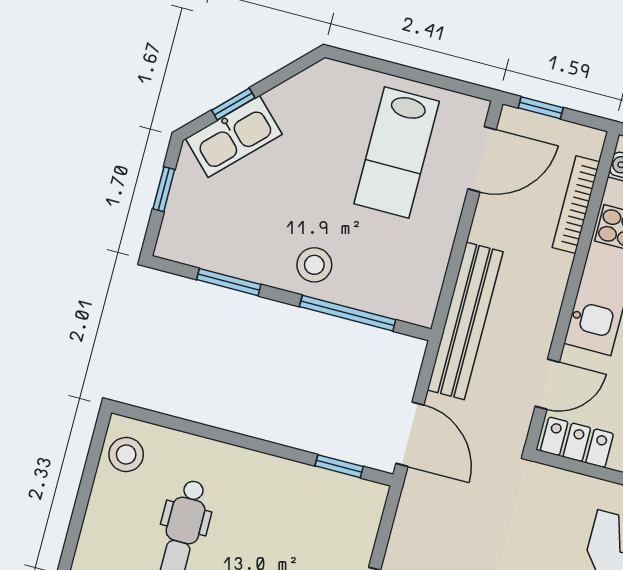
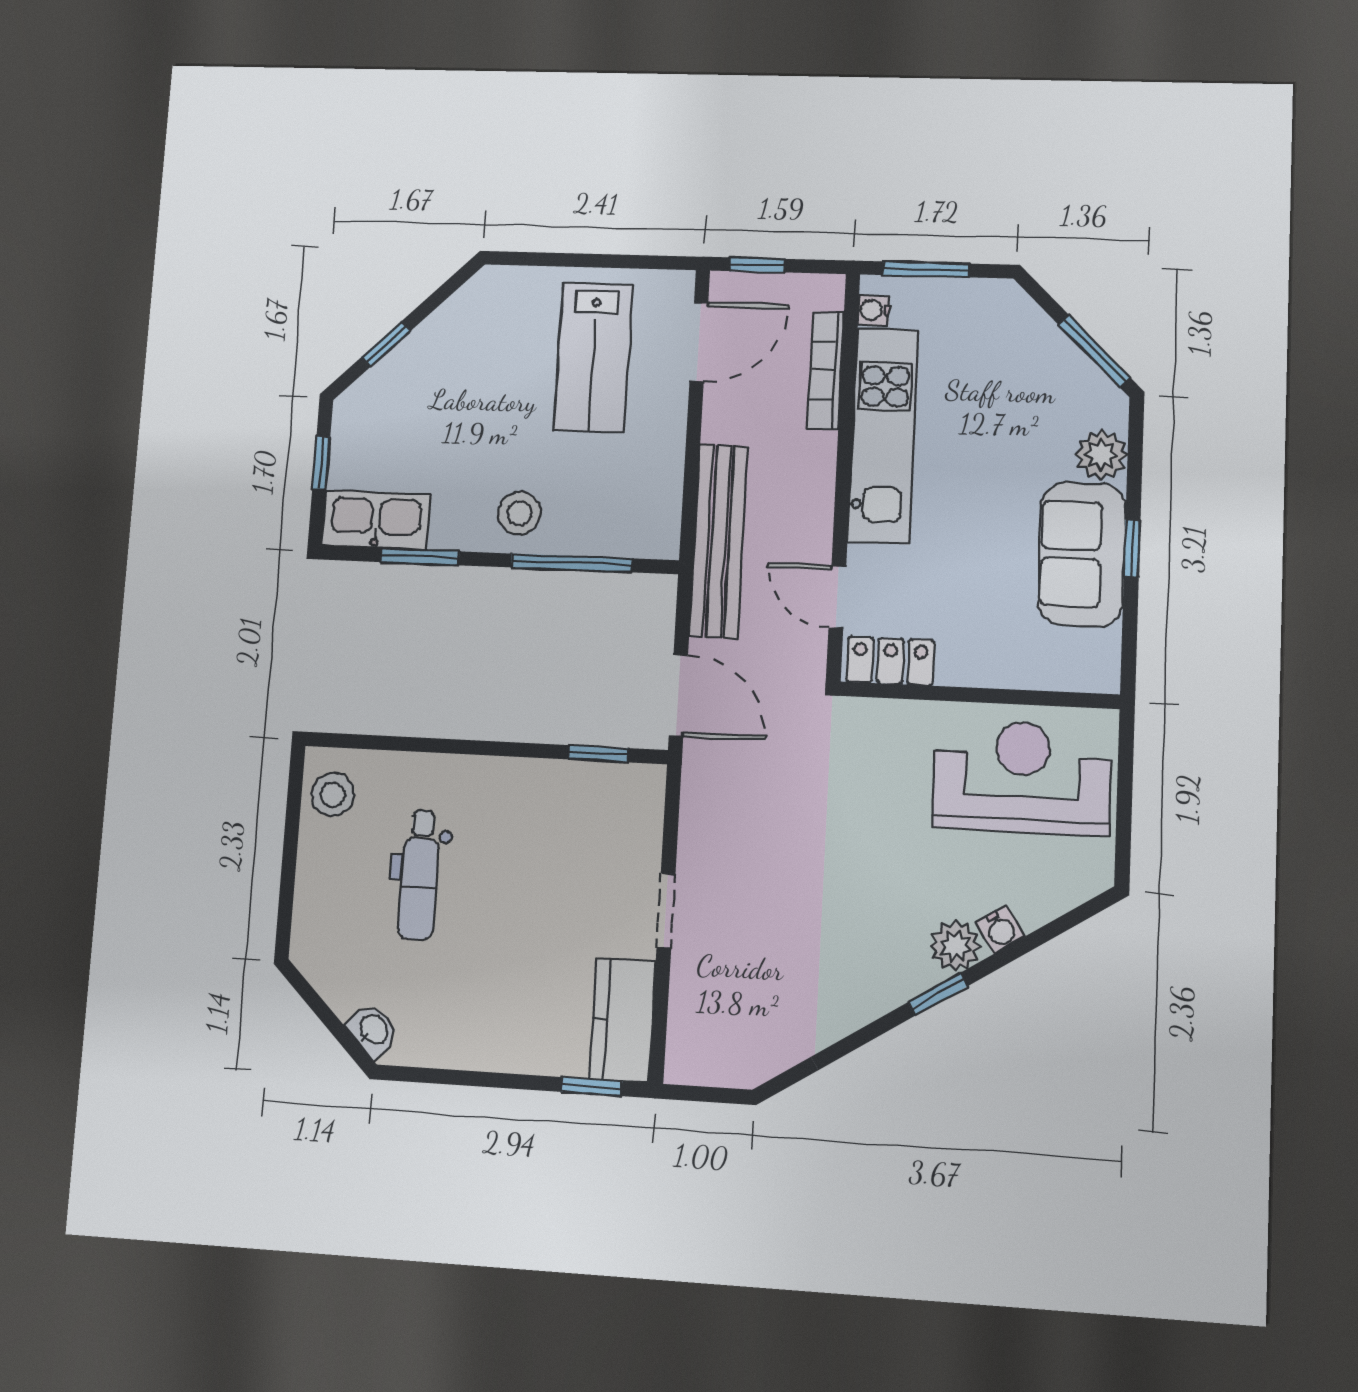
kitchen sink: (234, 137) -> (376, 520), moved, turned -135
door: (547, 384) -> (837, 597), swing flipped

